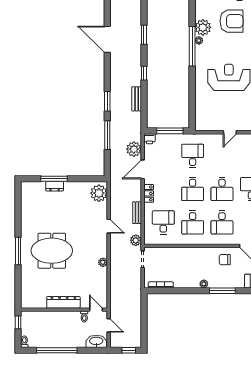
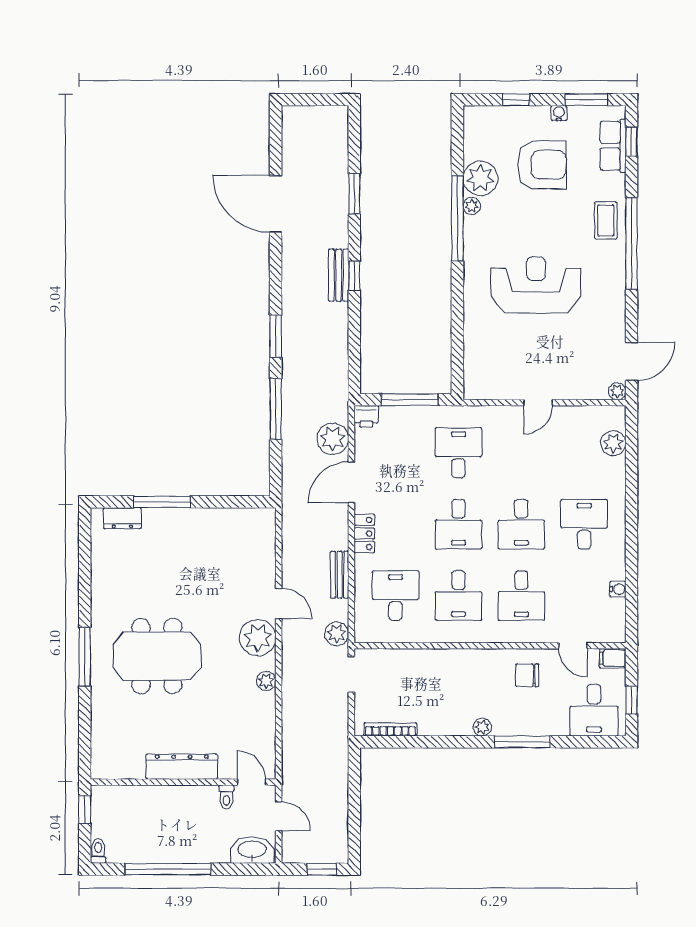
bench: (137, 99) -> (339, 275), moved
dresser: (55, 186) -> (122, 518), moved
plant: (99, 193) -> (258, 638), moved

